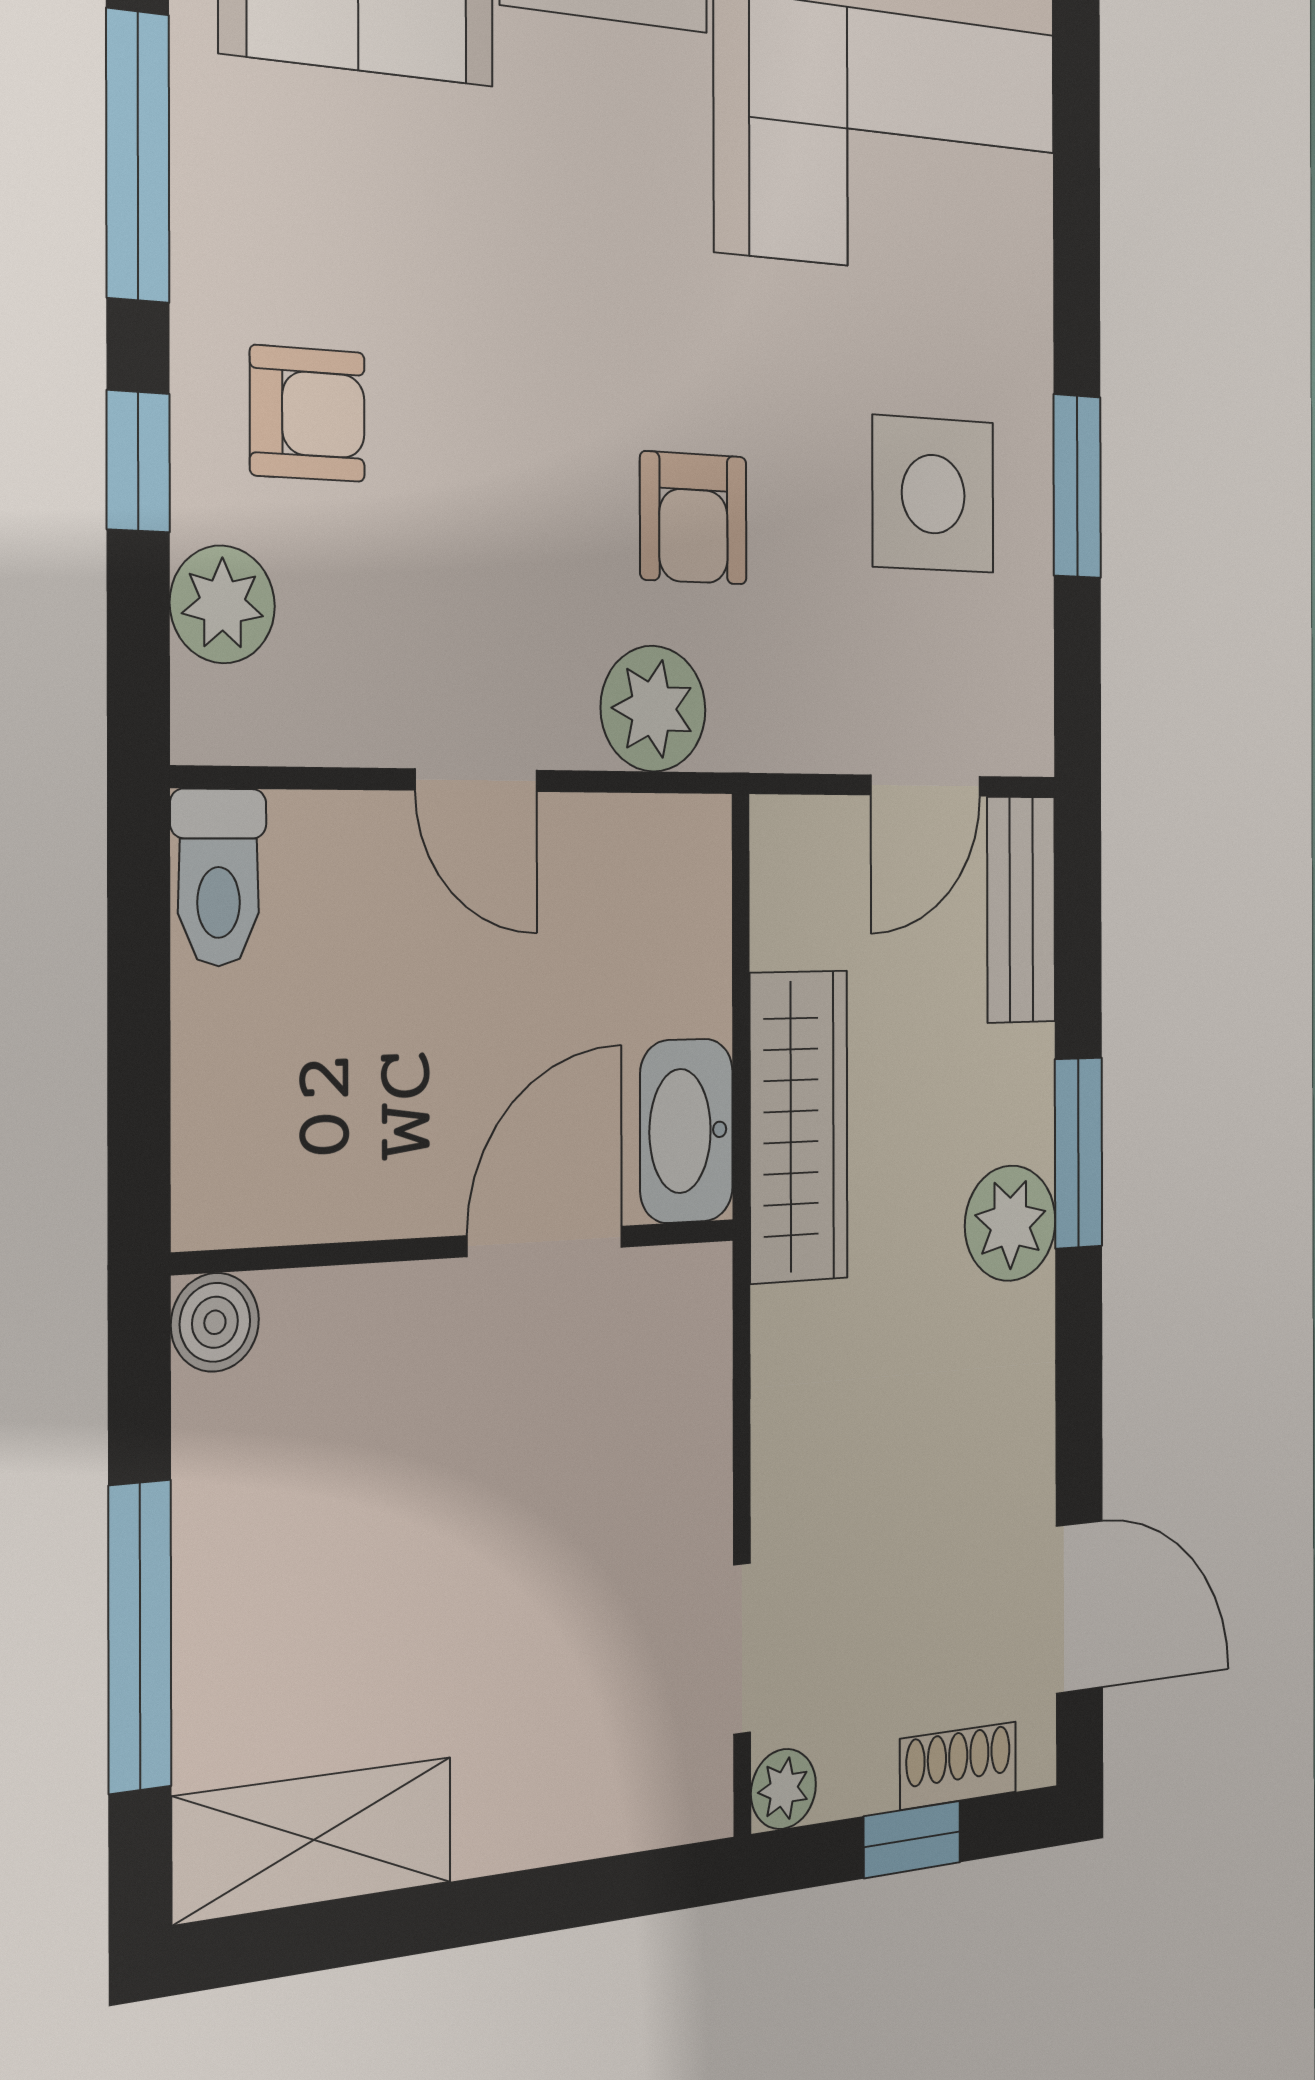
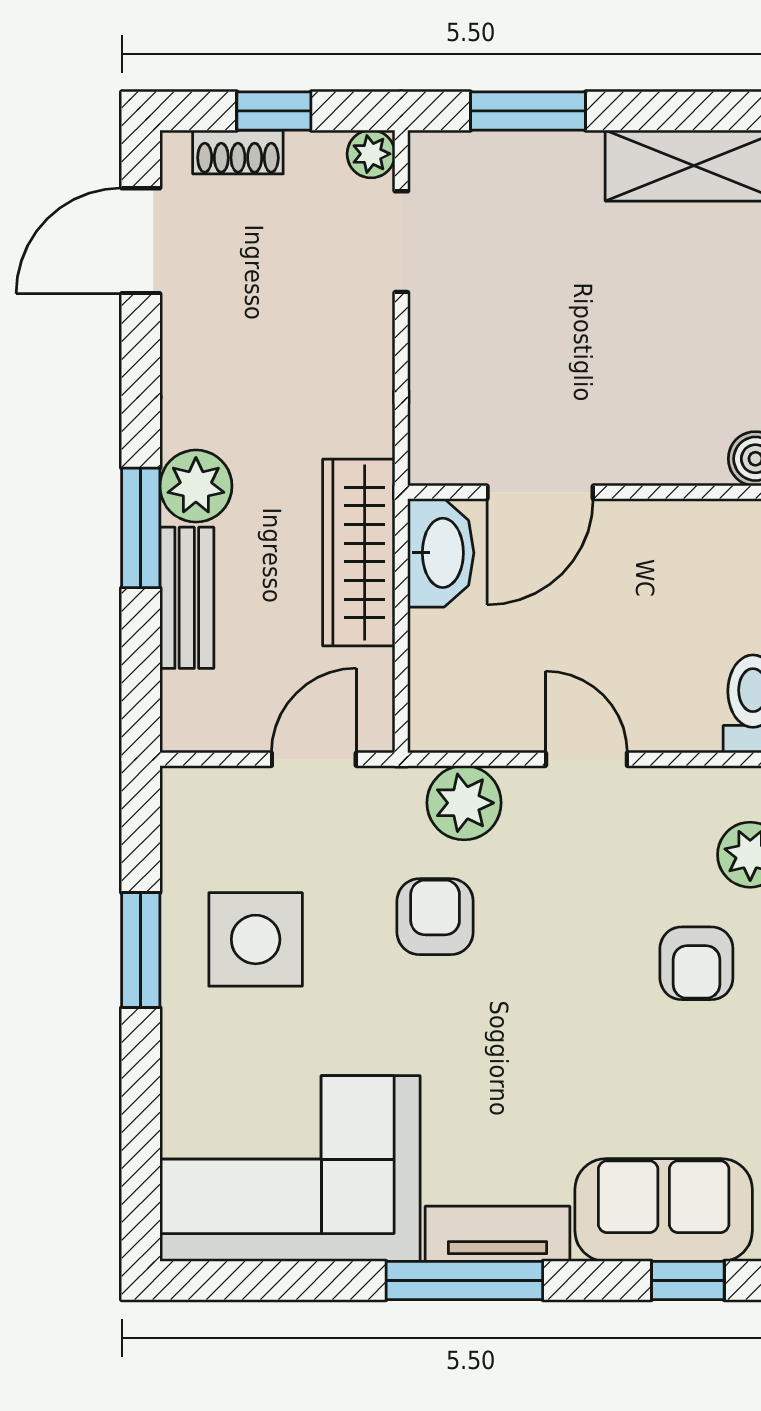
armchair: (308, 414) -> (696, 963), turned -90
door: (926, 786) -> (314, 759), moved
bench: (1021, 910) -> (187, 598), moved
door: (1079, 1607) -> (141, 241), hinge flipped
window: (564, 1897) -> (528, 111), added

